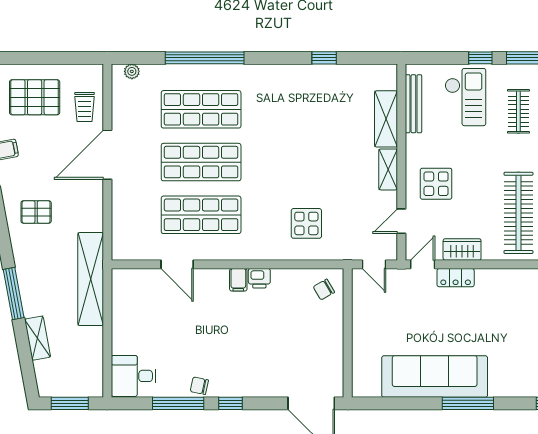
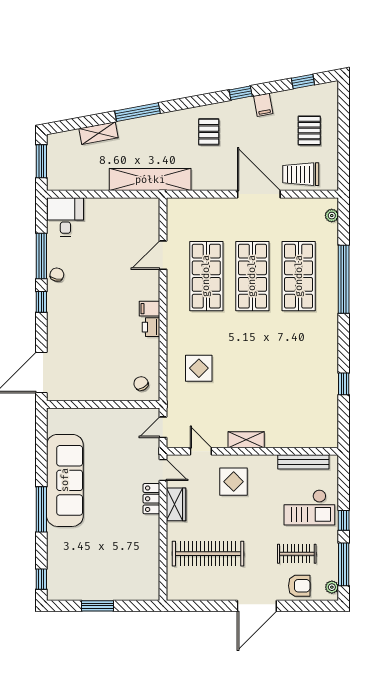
pallet: (35, 97) -> (309, 131), width x0.67, depth x0.71
trolley: (85, 107) -> (301, 174), width x1.36, depth x1.39
shelving: (386, 119) -> (290, 438), removed

